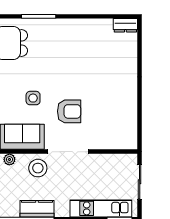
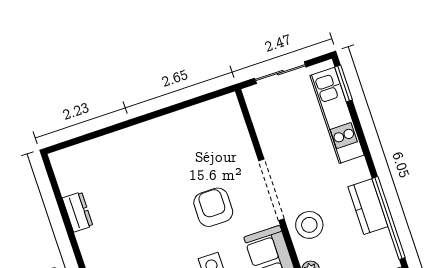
dresser: (125, 25) -> (78, 212), moved

